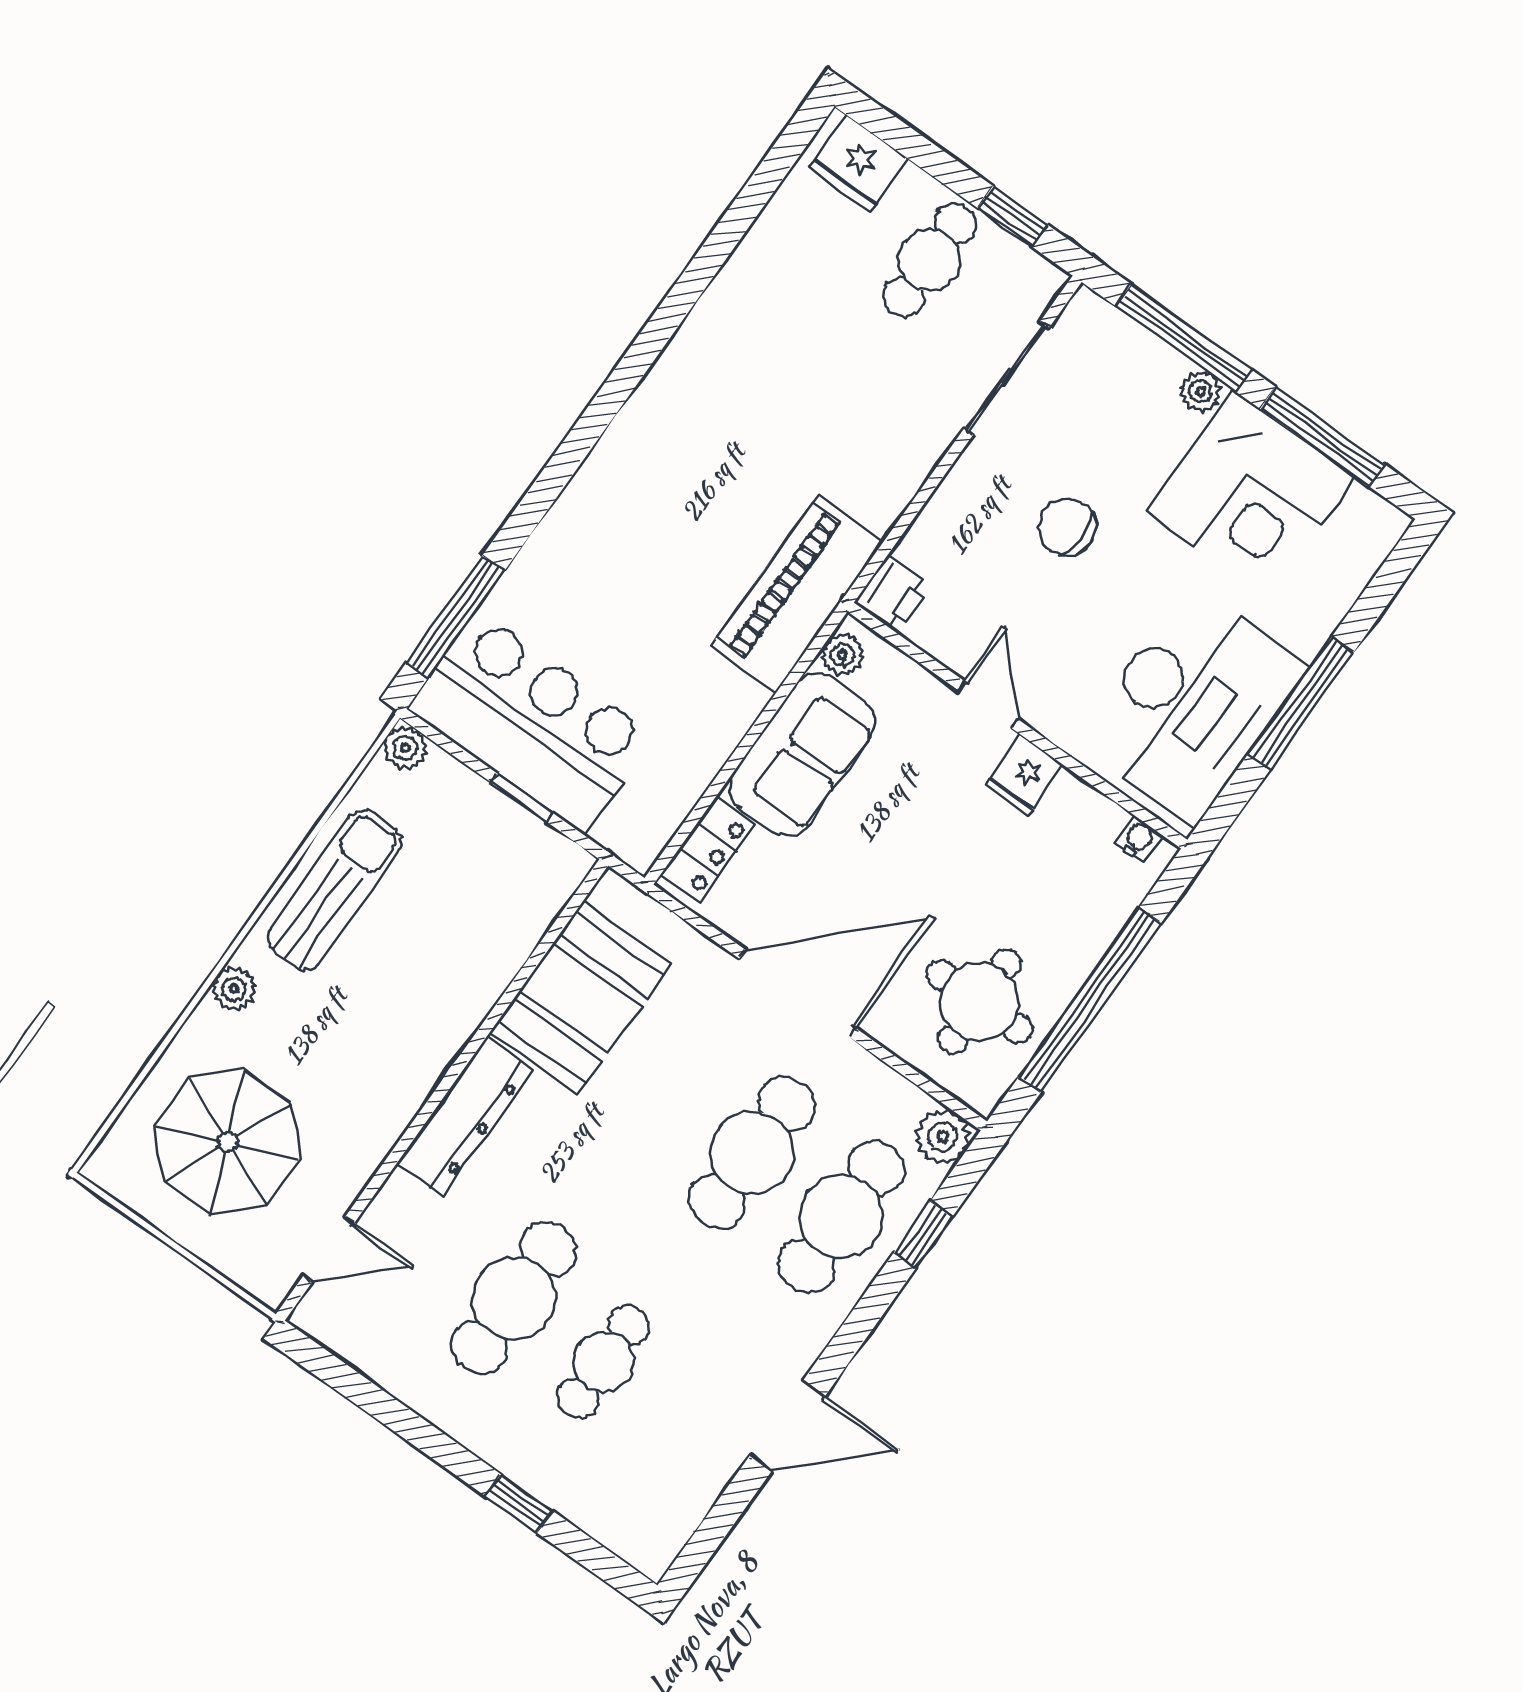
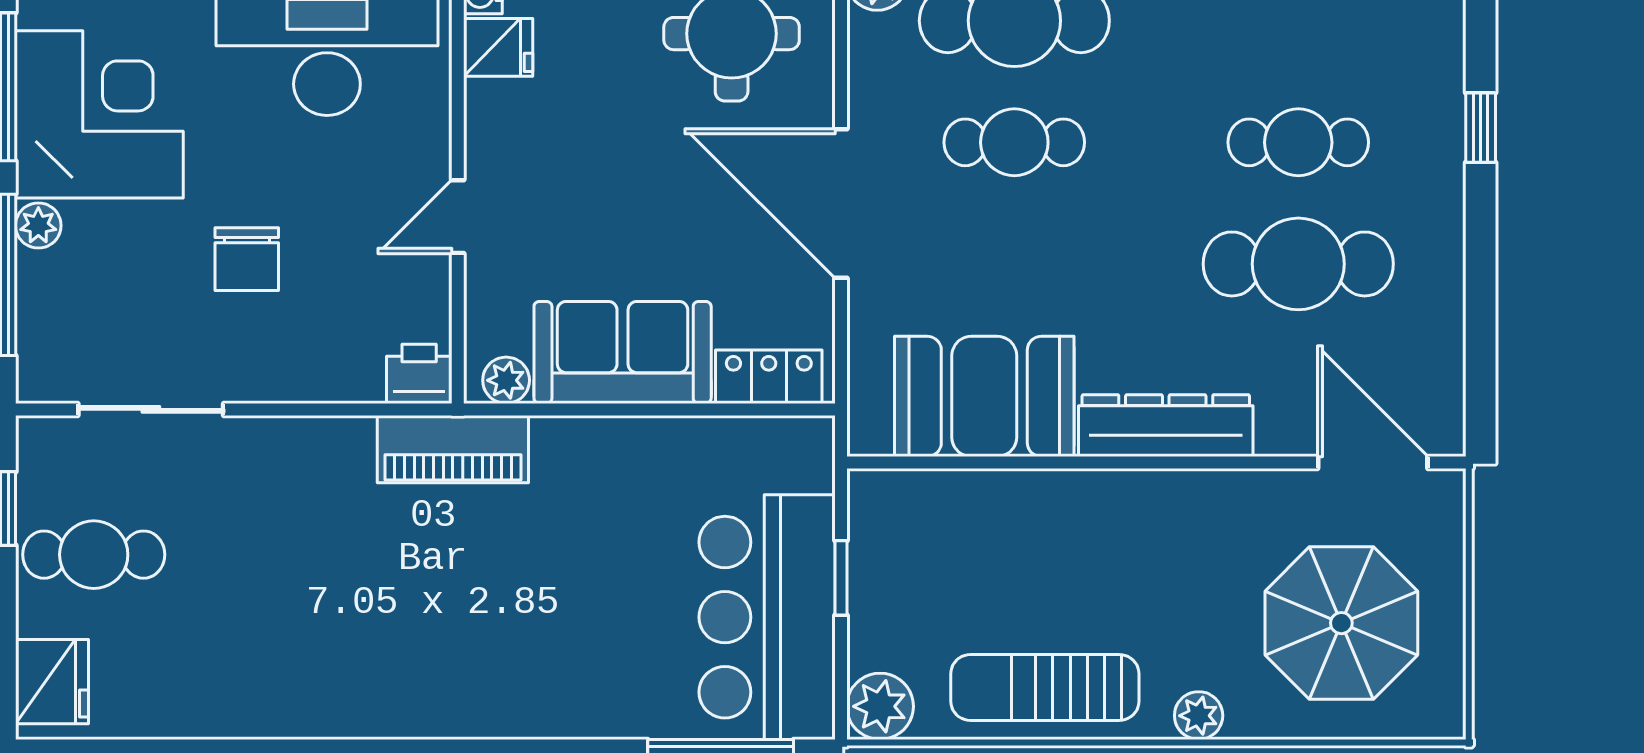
piano: (797, 594) -> (453, 449), width x0.73, depth x0.75
plant: (405, 748) -> (880, 706), width x1.38, depth x1.38
fridge: (1025, 776) -> (498, 47), moved
cafe table: (752, 1153) -> (1014, 142), width x0.73, depth x0.74
door: (329, 1249) -> (1373, 462), width x1.38

